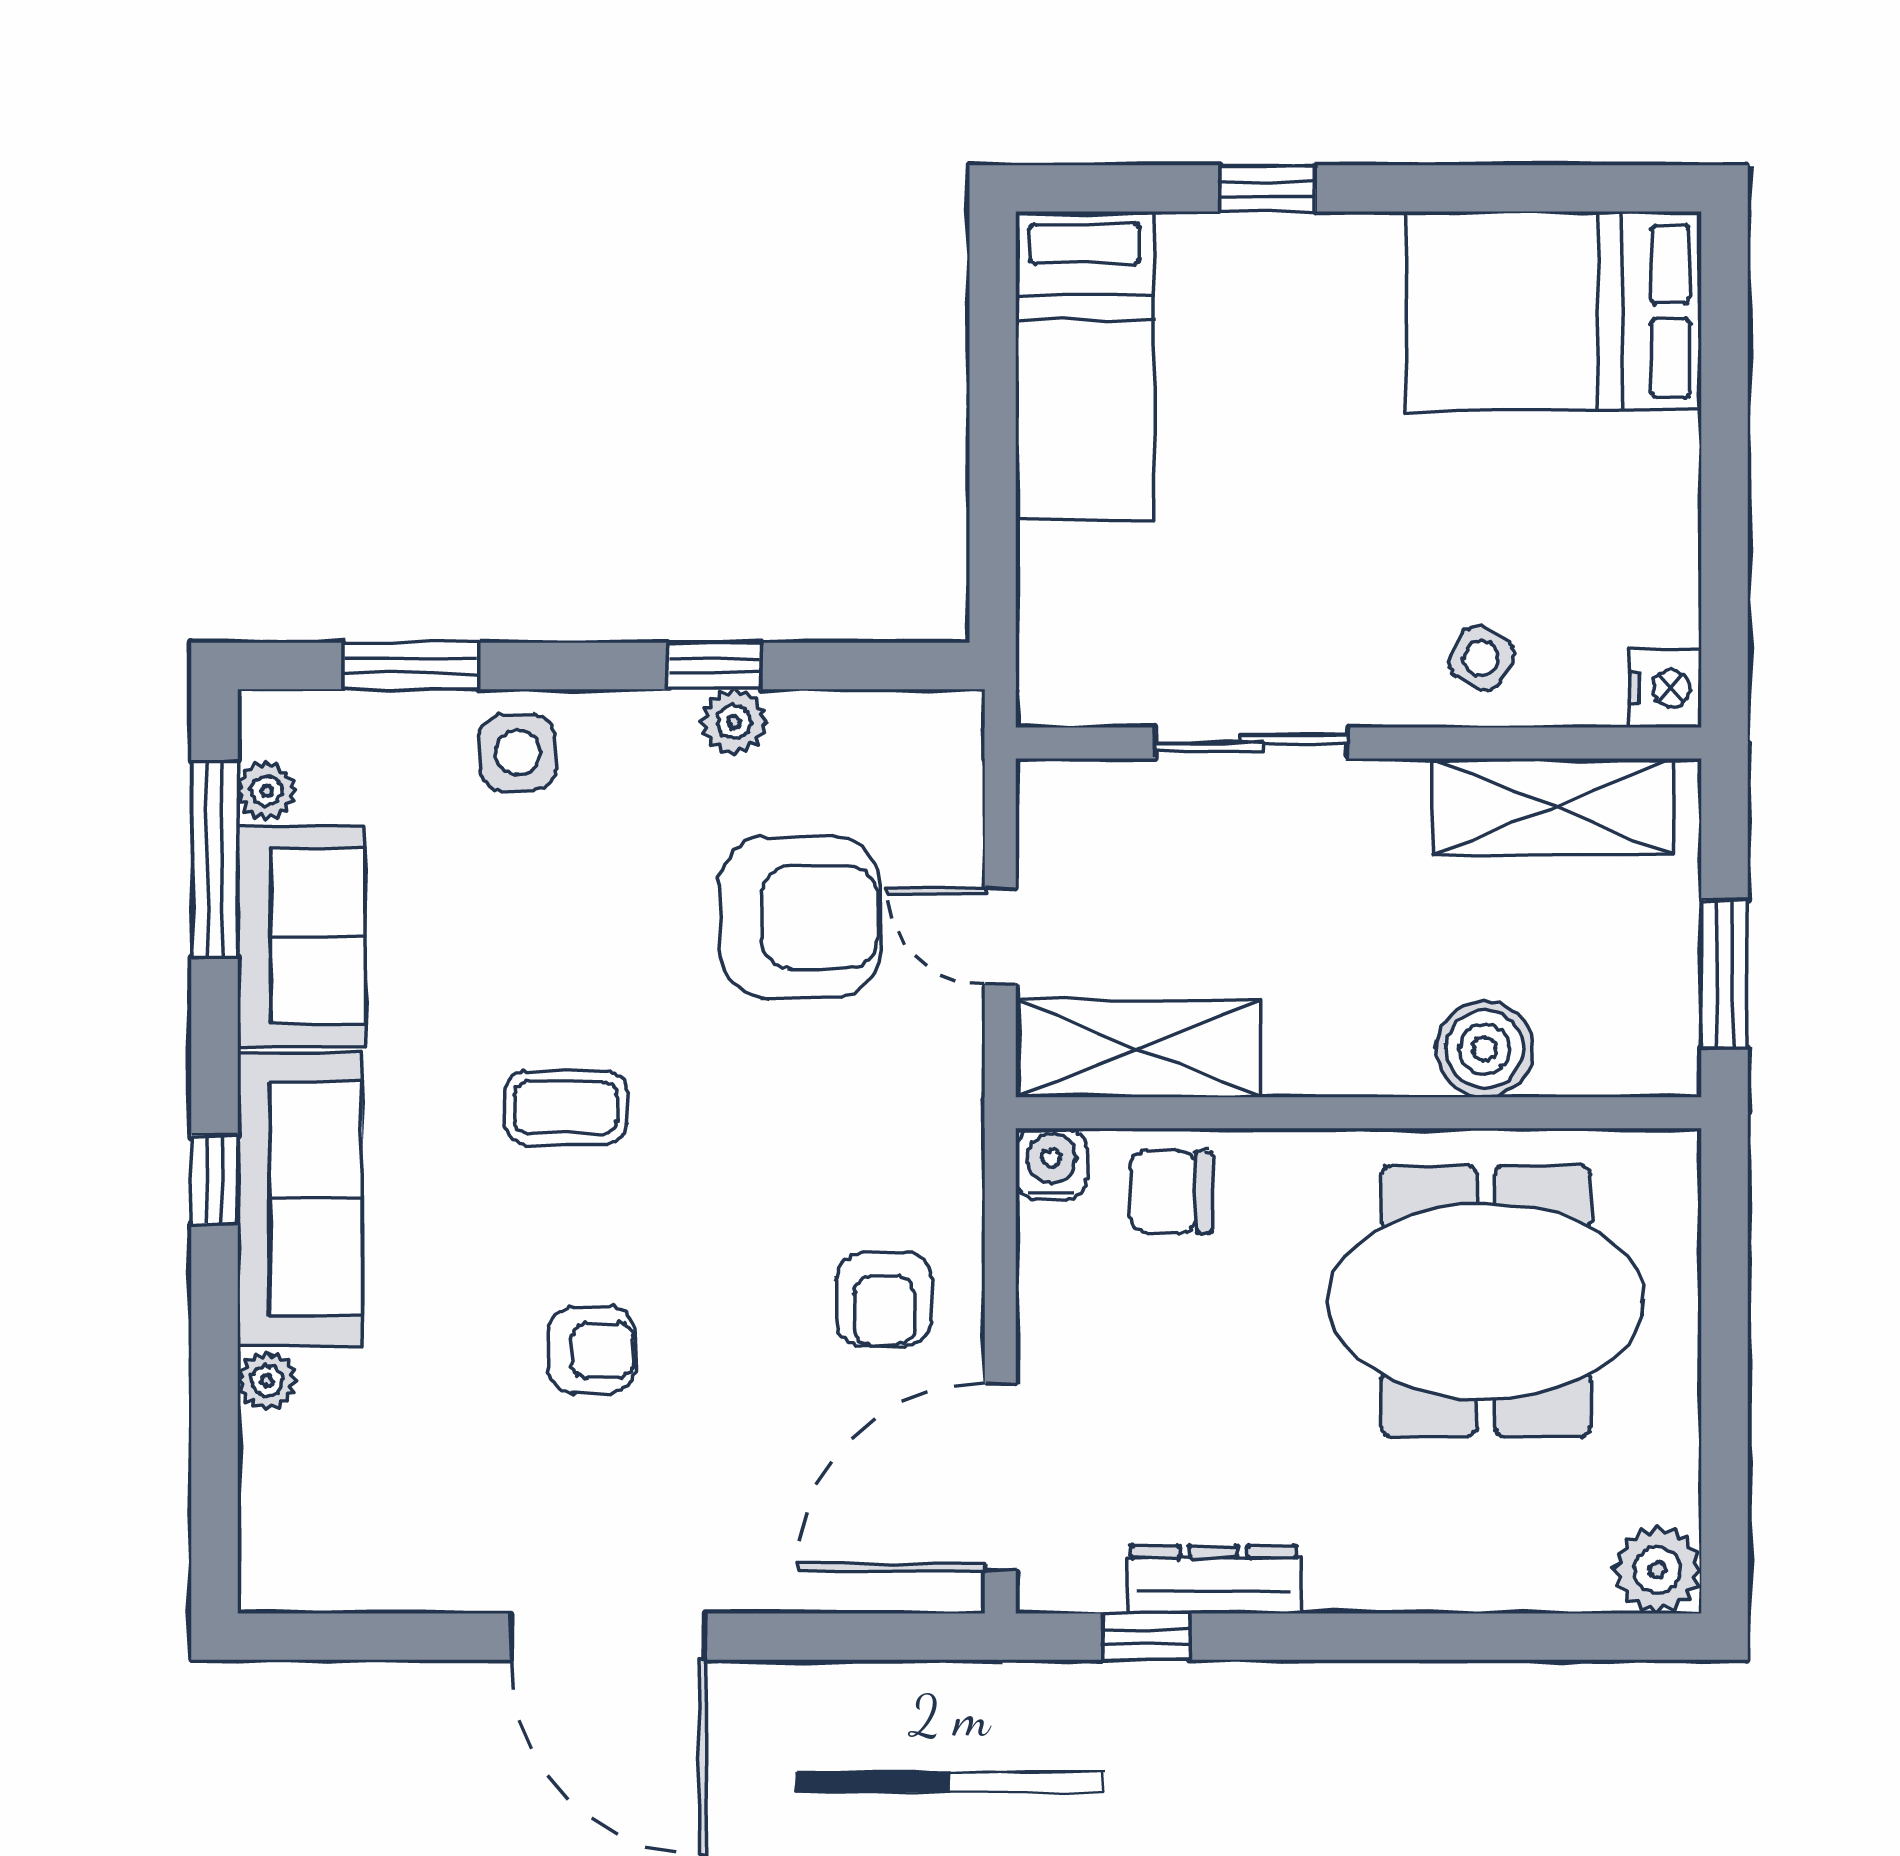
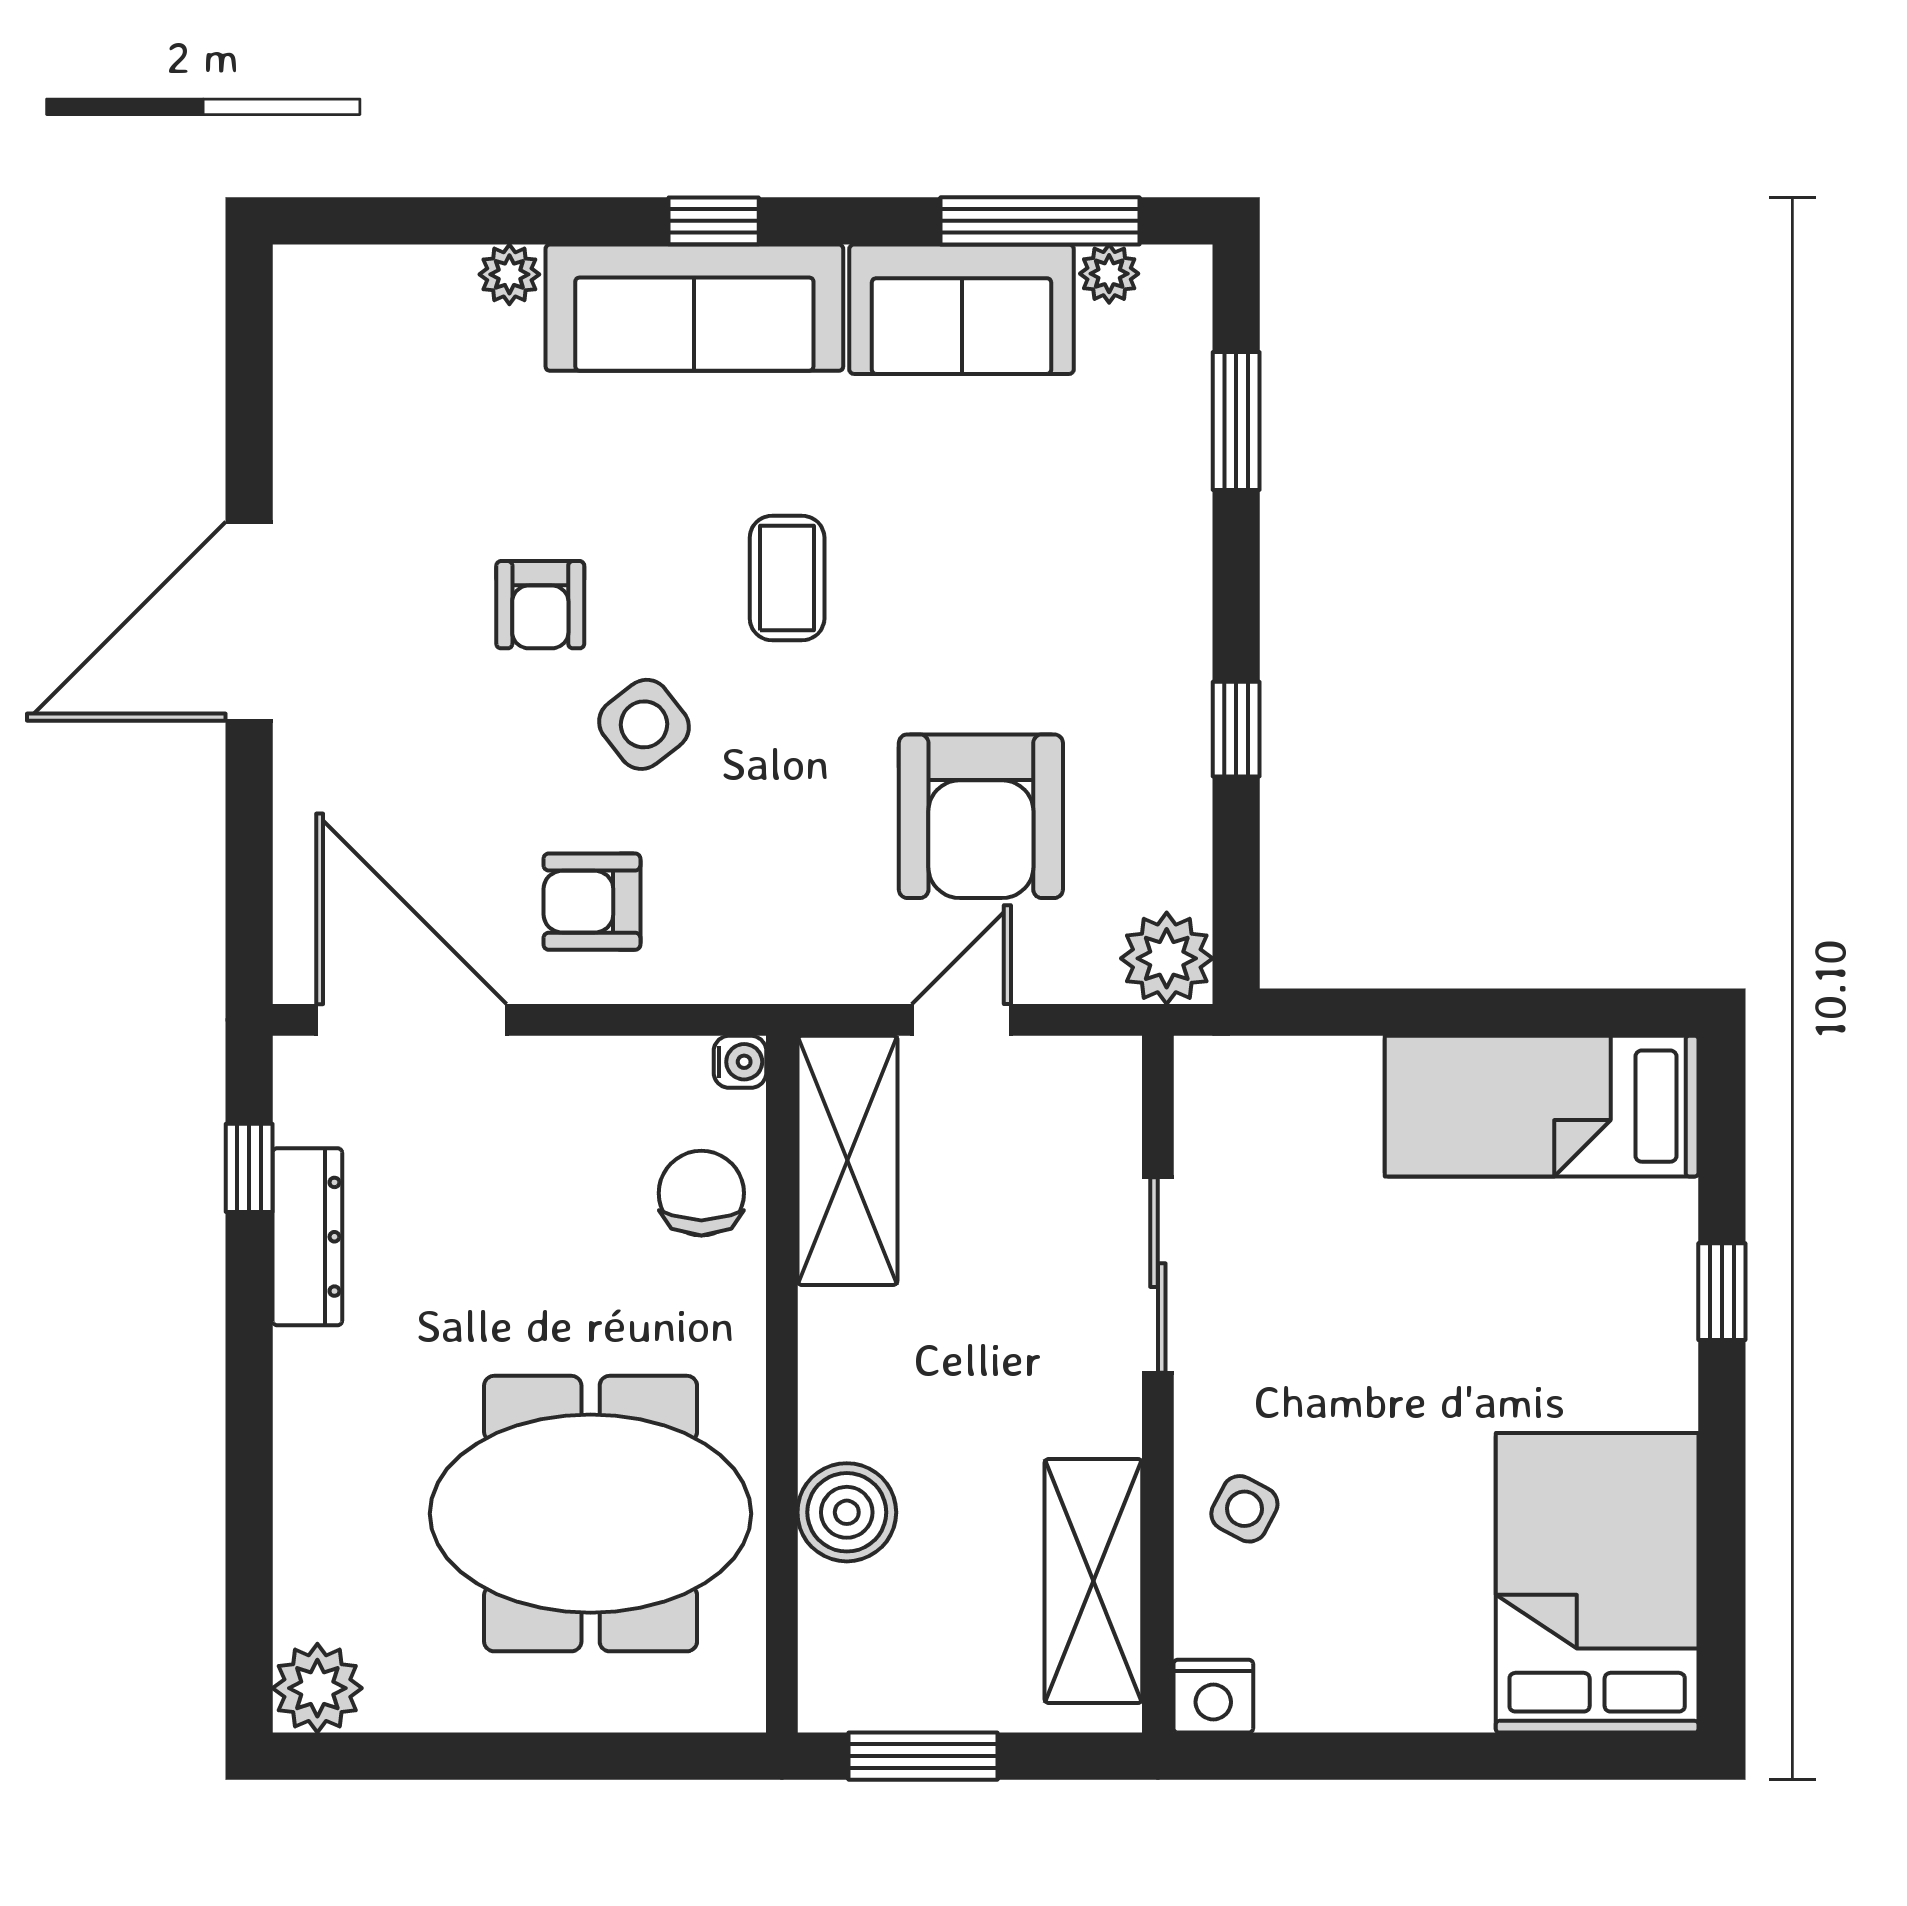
plant: (734, 722) -> (1167, 958), moved, width x1.38, depth x1.38
side table: (518, 752) -> (644, 724), moved, turned -38
water cooler: (1051, 1164) -> (740, 1062), width x0.72, depth x0.72
meeting table: (1486, 1301) -> (591, 1514), turned 90

